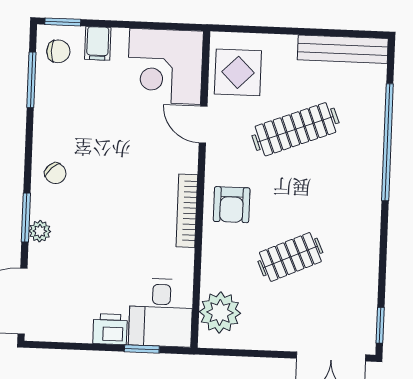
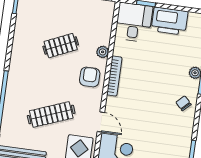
plant: (220, 312) -> (103, 52), moved, width x0.53, depth x0.53
printer: (110, 329) -> (169, 21), width x1.87, depth x1.48

